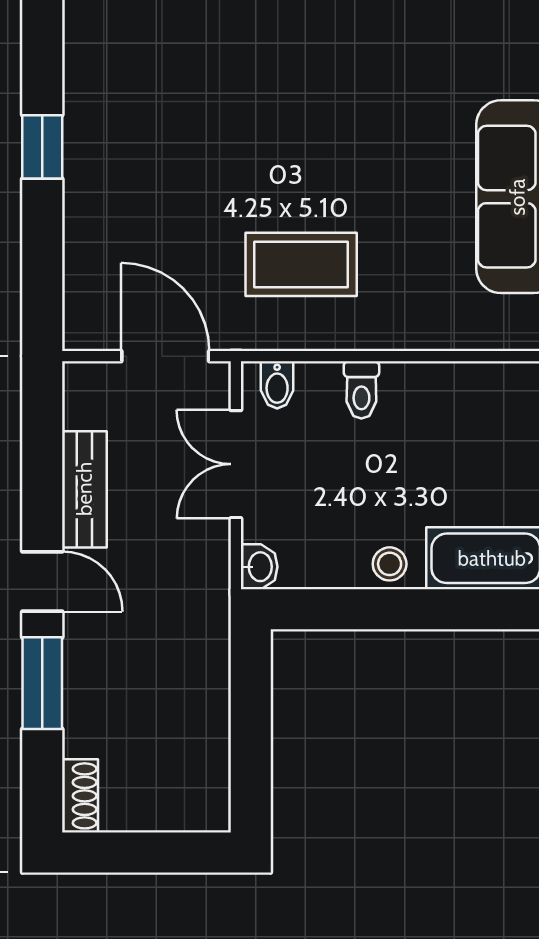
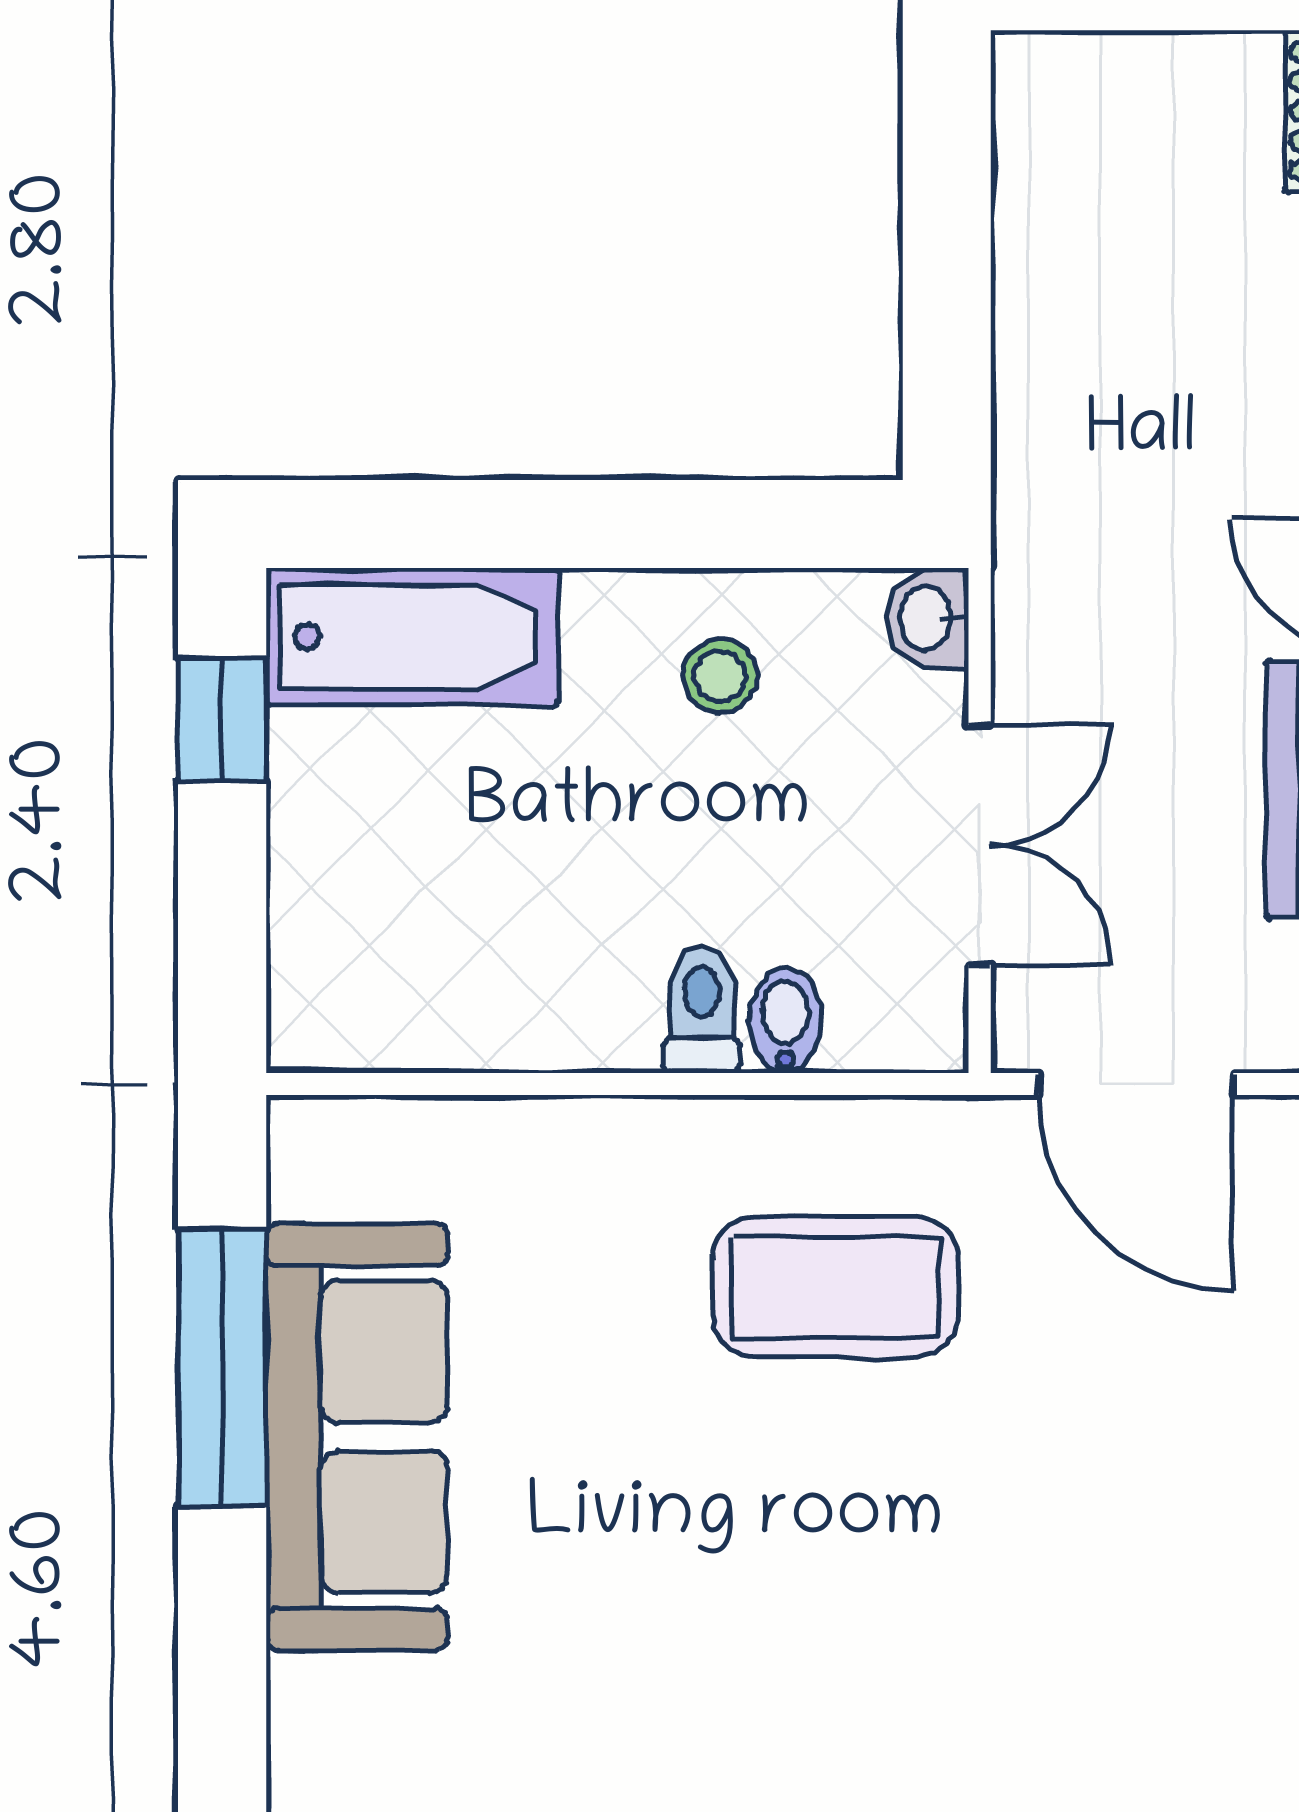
bidet: (277, 385) -> (785, 1021), moved
stool: (390, 564) -> (720, 676), moved

